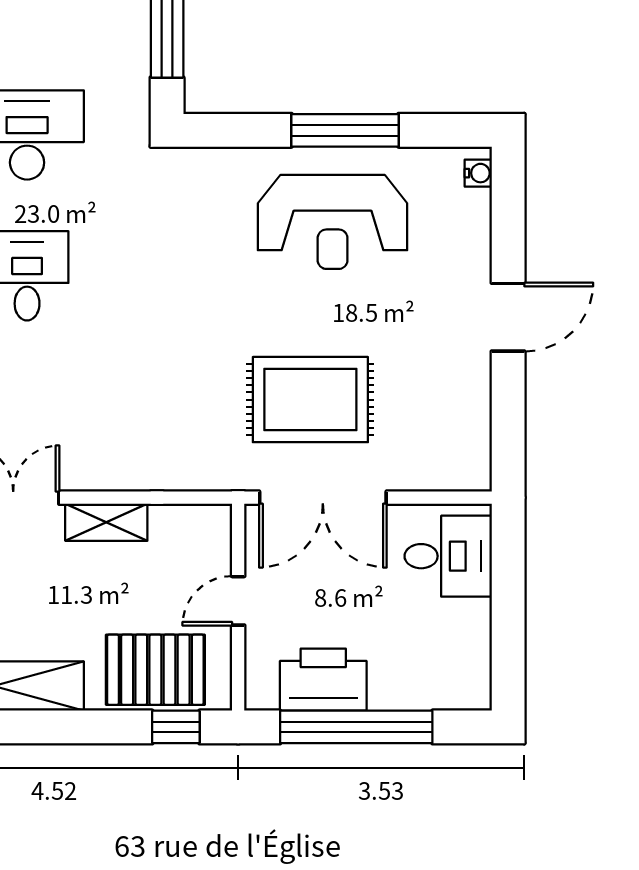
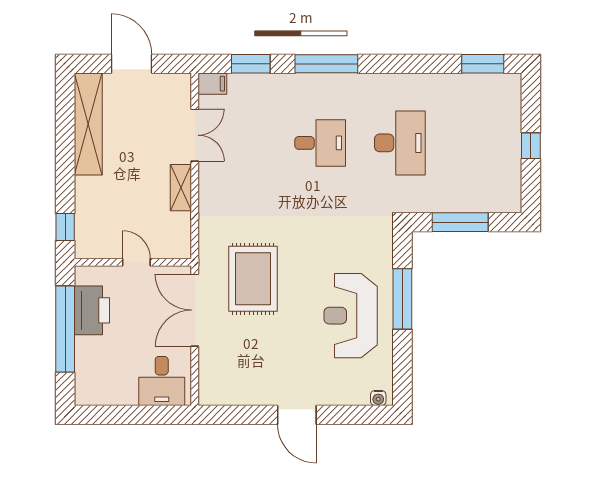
window: (345, 130) -> (402, 299), moved
rug: (310, 400) -> (253, 279), moved
pallet: (155, 670) -> (97, 215), removed

